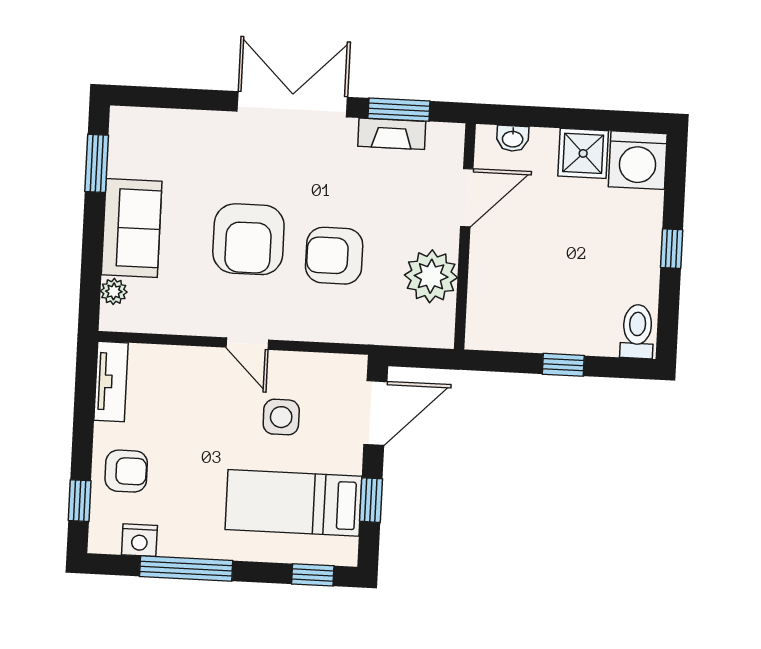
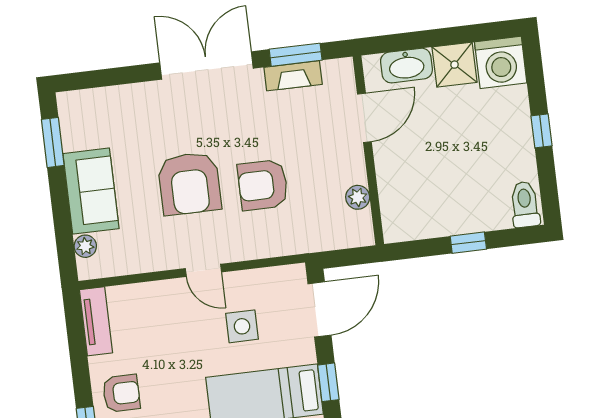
washbasin: (513, 138) -> (406, 66), width x1.91, depth x1.45
plant: (431, 276) -> (358, 197), width x0.53, depth x0.53

